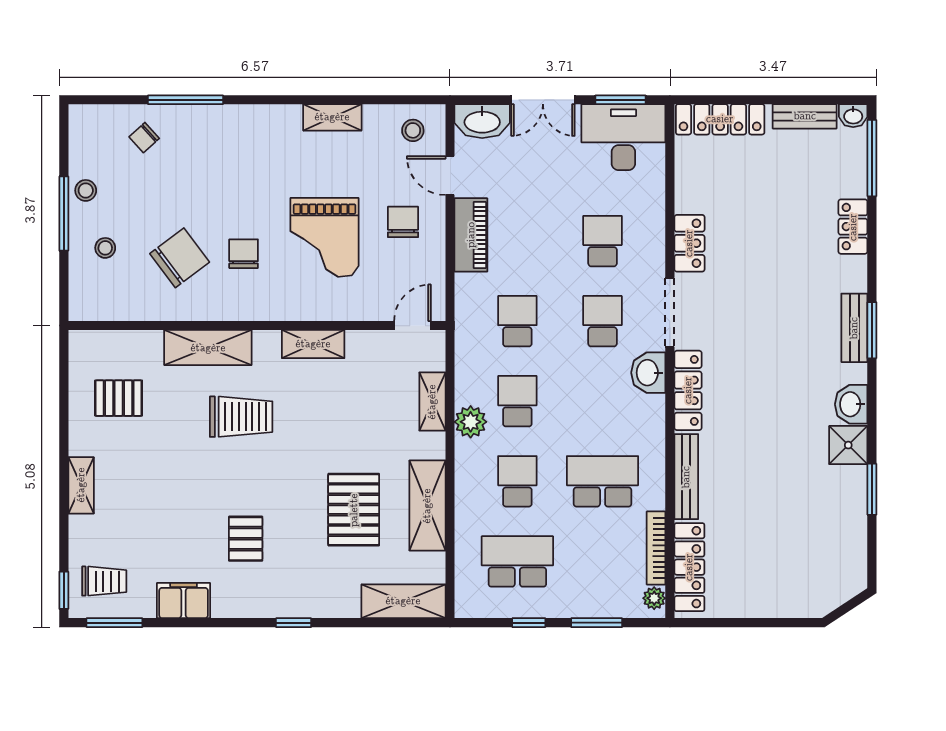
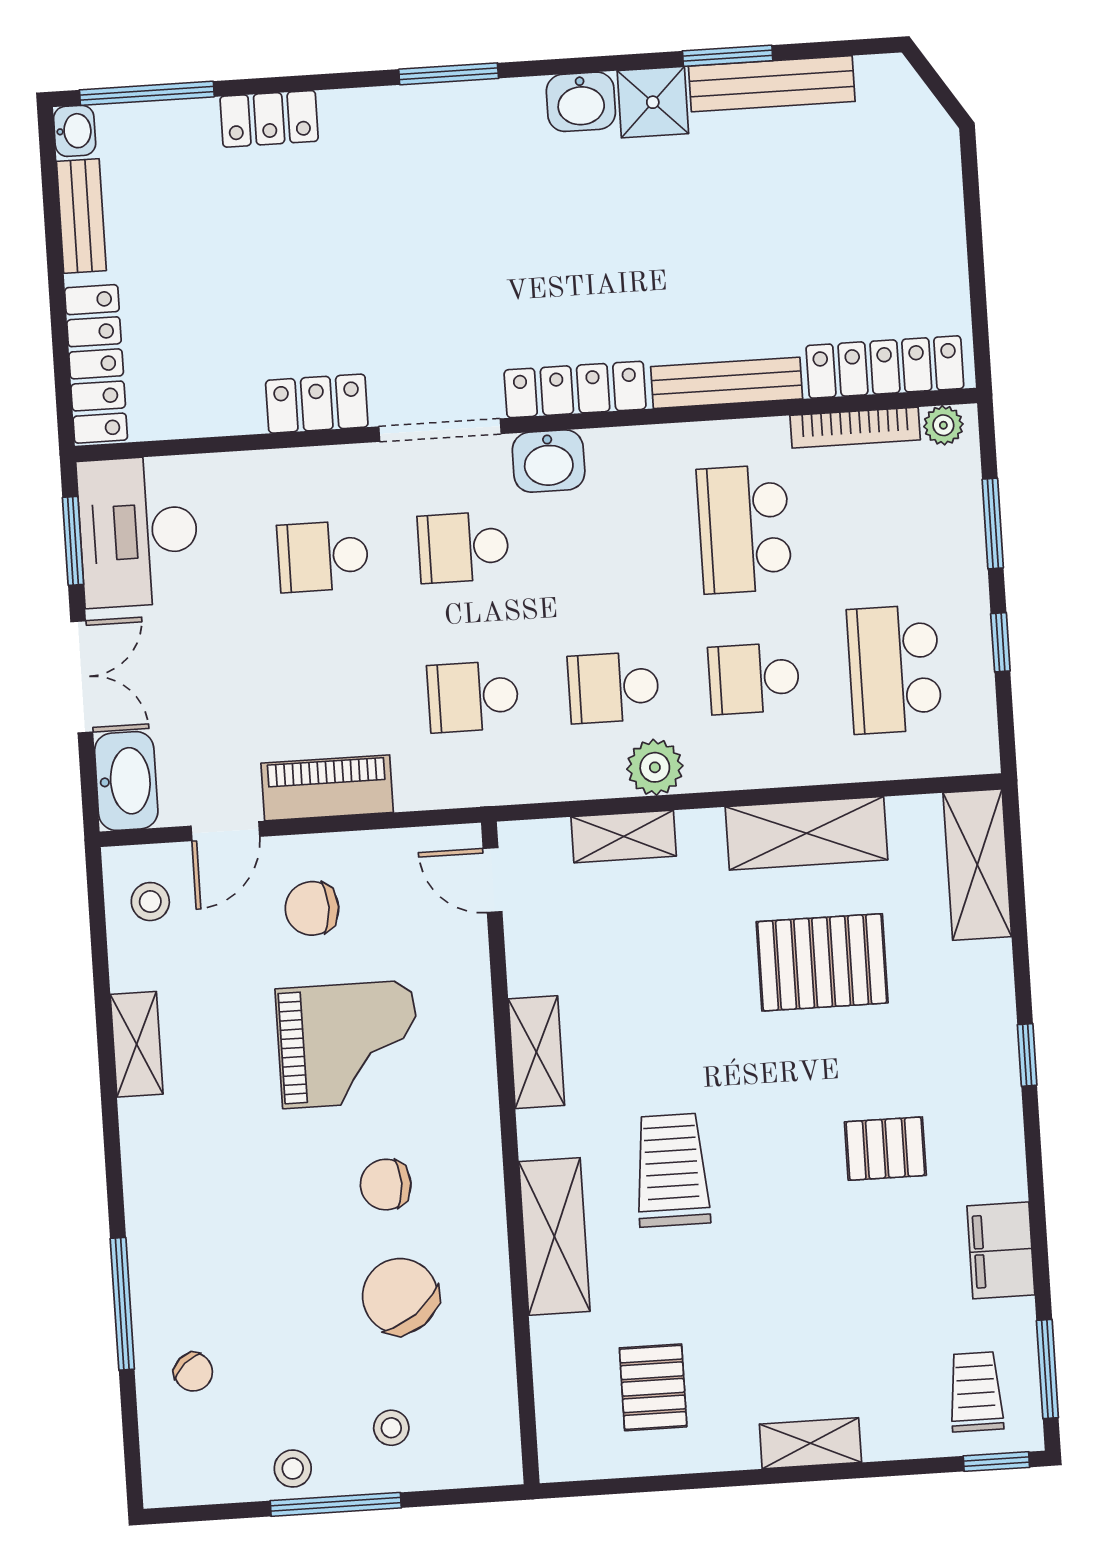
bench: (854, 328) -> (772, 84), moved, width x1.36

